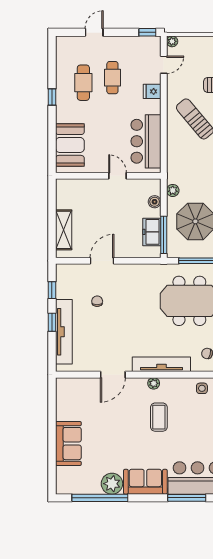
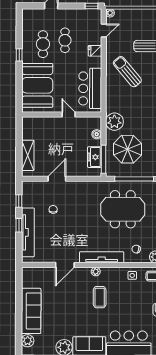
booth: (70, 145) -> (37, 85), width x1.36, depth x1.42
plant: (173, 190) -> (114, 122), width x1.87, depth x1.87
sofa: (68, 444) -> (31, 311), width x1.36
plant: (64, 475) -> (28, 341), added

